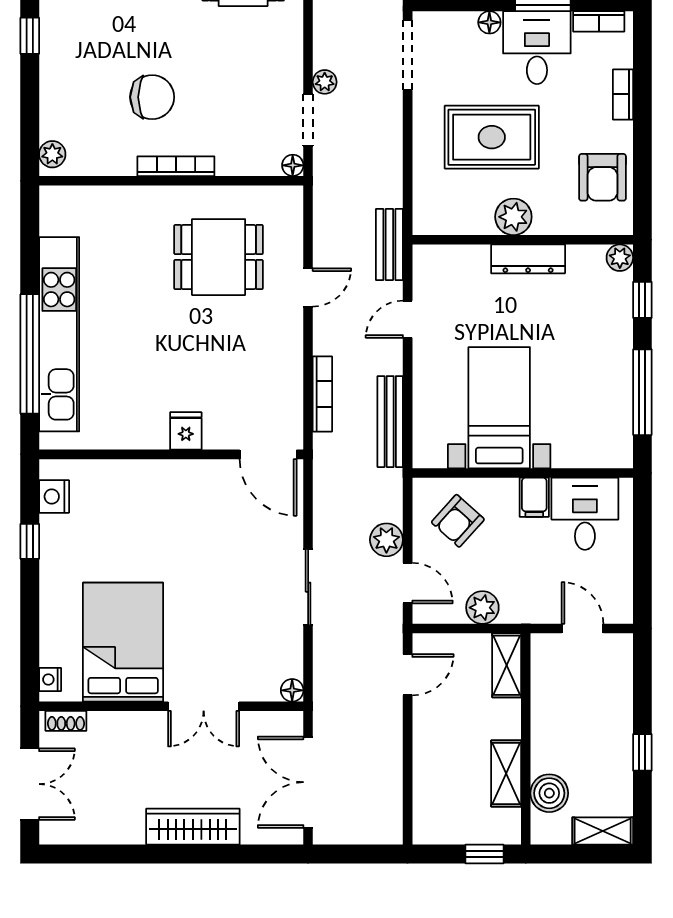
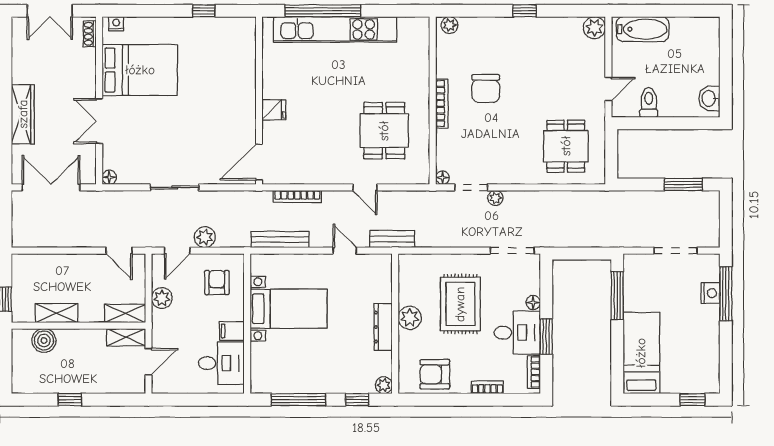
nightstand: (54, 497) -> (232, 26), removed
armchair: (458, 521) -> (217, 282), turned 48
shelving: (603, 831) -> (126, 337), moved, turned 90

